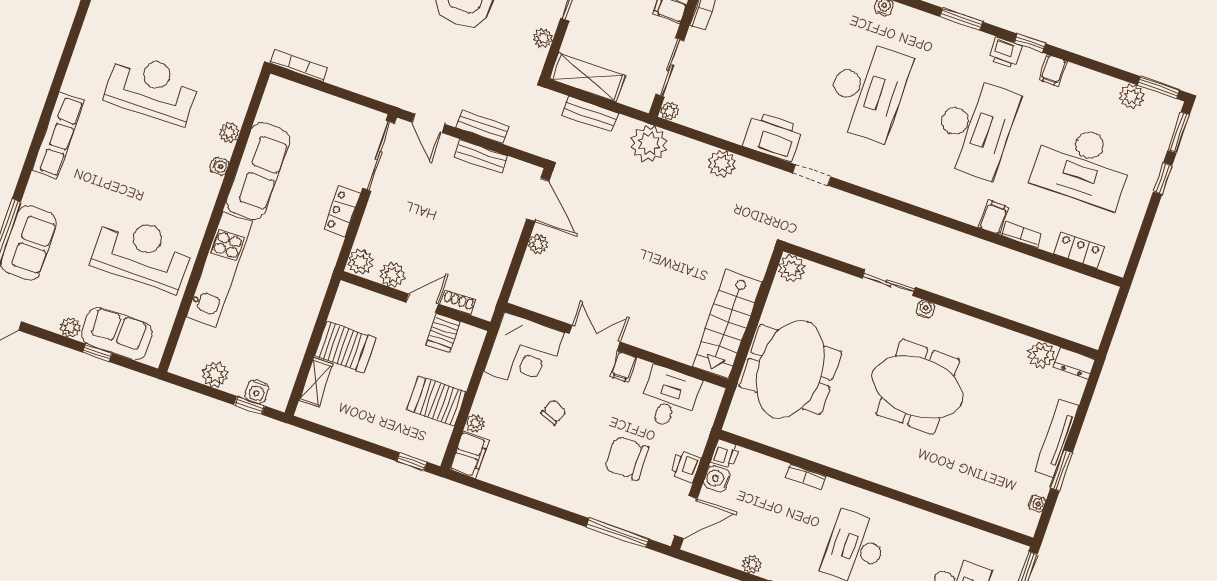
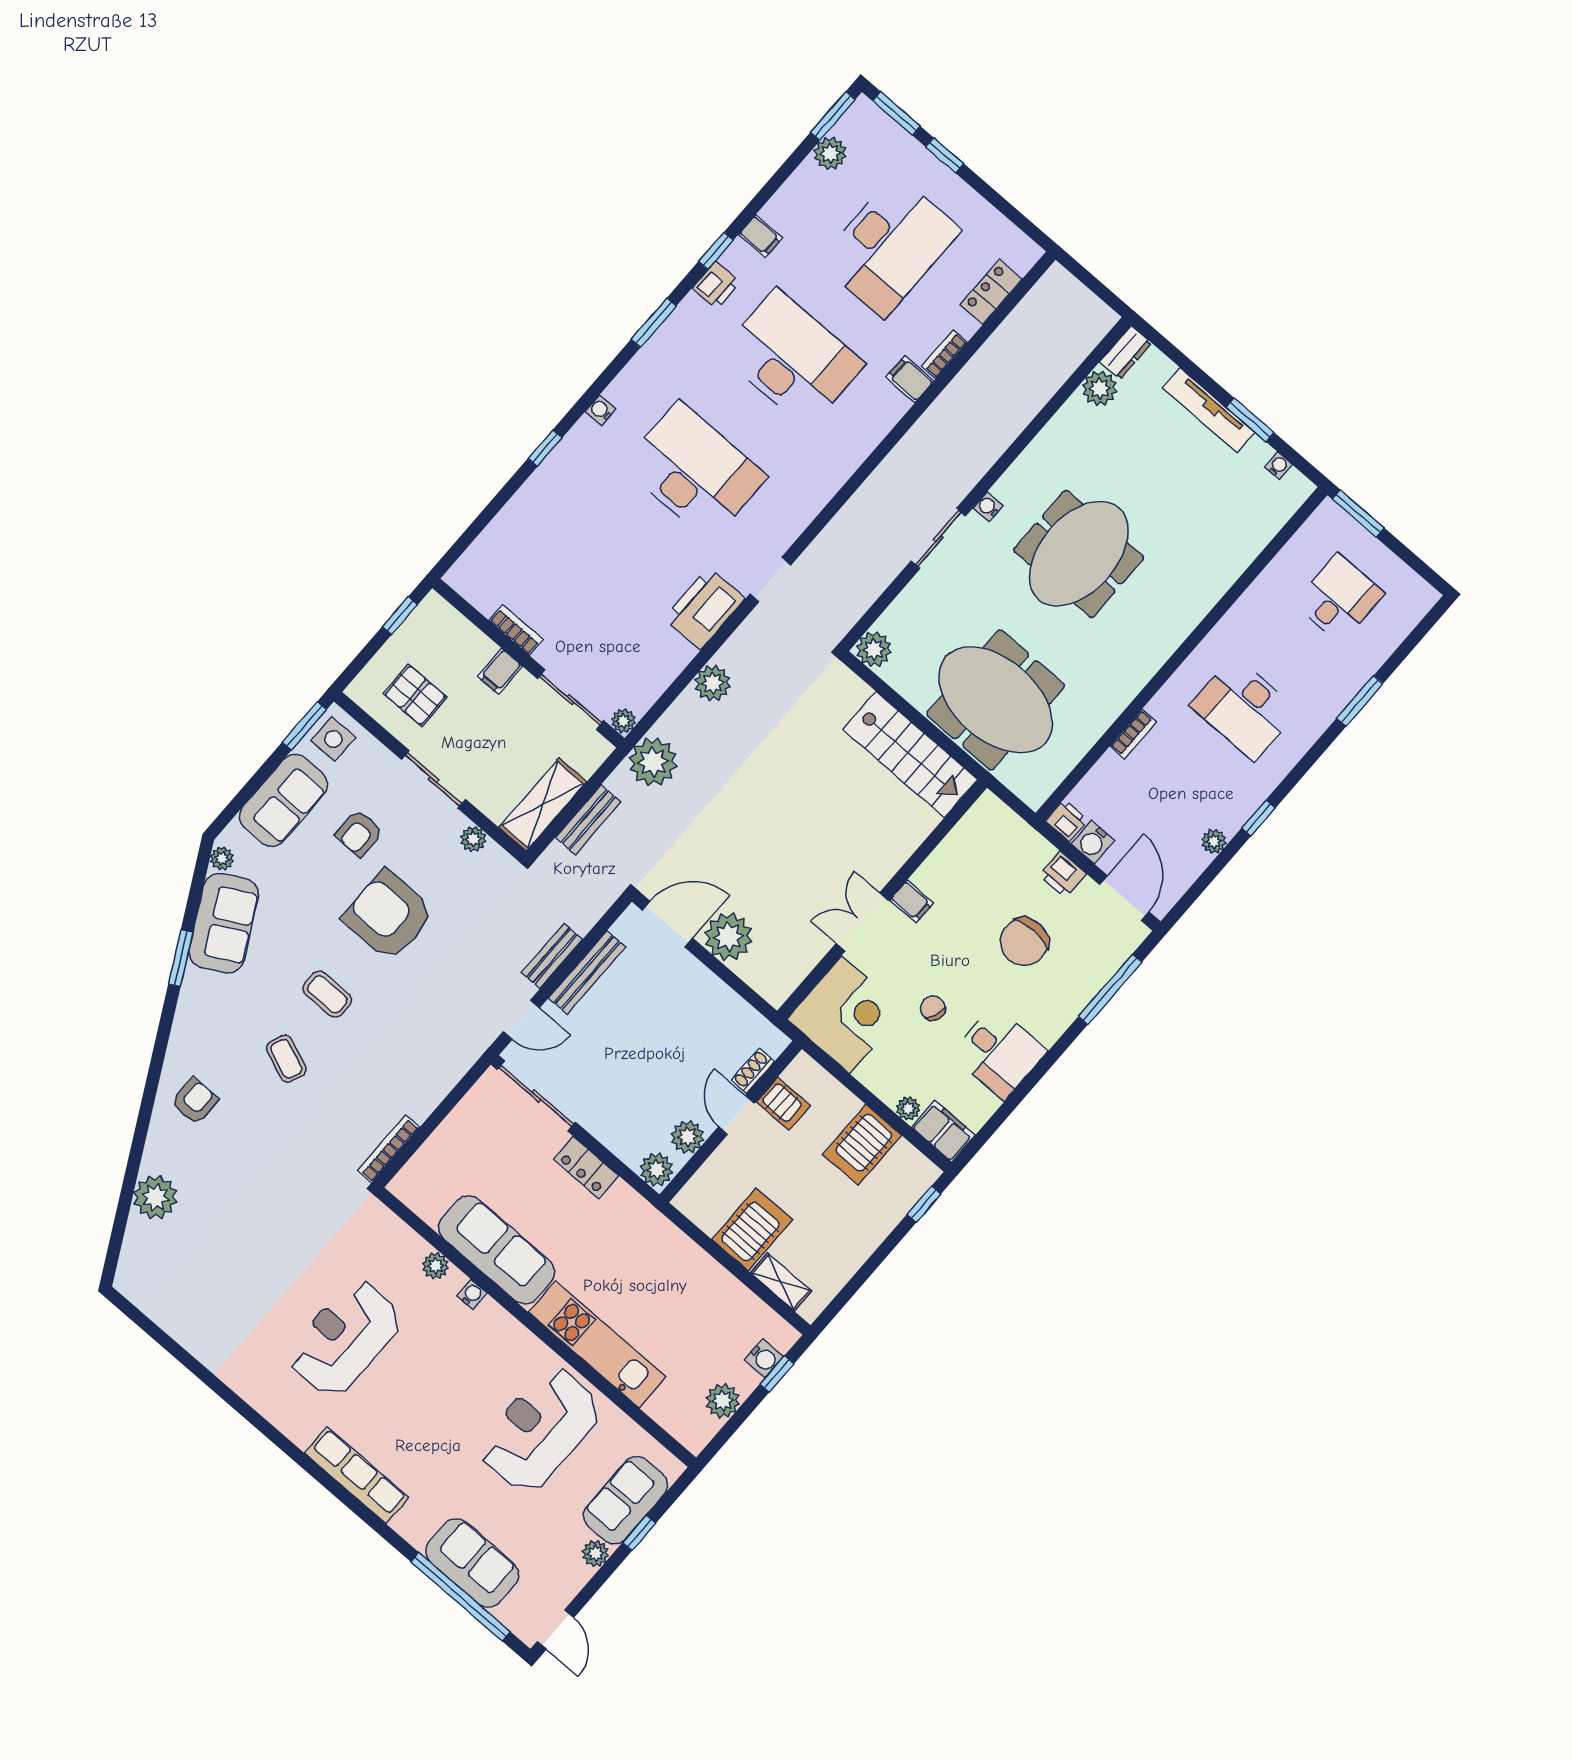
bench: (481, 157) -> (587, 972), width x1.36
plant: (538, 244) -> (728, 937), width x1.88, depth x1.88
desk: (669, 398) -> (999, 1053), moved, turned 180

